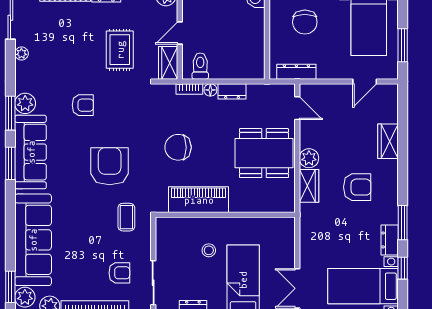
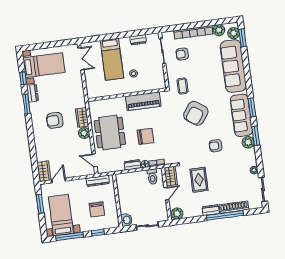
chair: (305, 22) -> (97, 209), turned 180
wardrobe: (388, 141) -> (44, 171), moved
chair: (178, 147) -> (145, 136), moved
dining table: (264, 153) -> (110, 133), turned 90
armchair: (110, 166) -> (196, 113), turned 36

